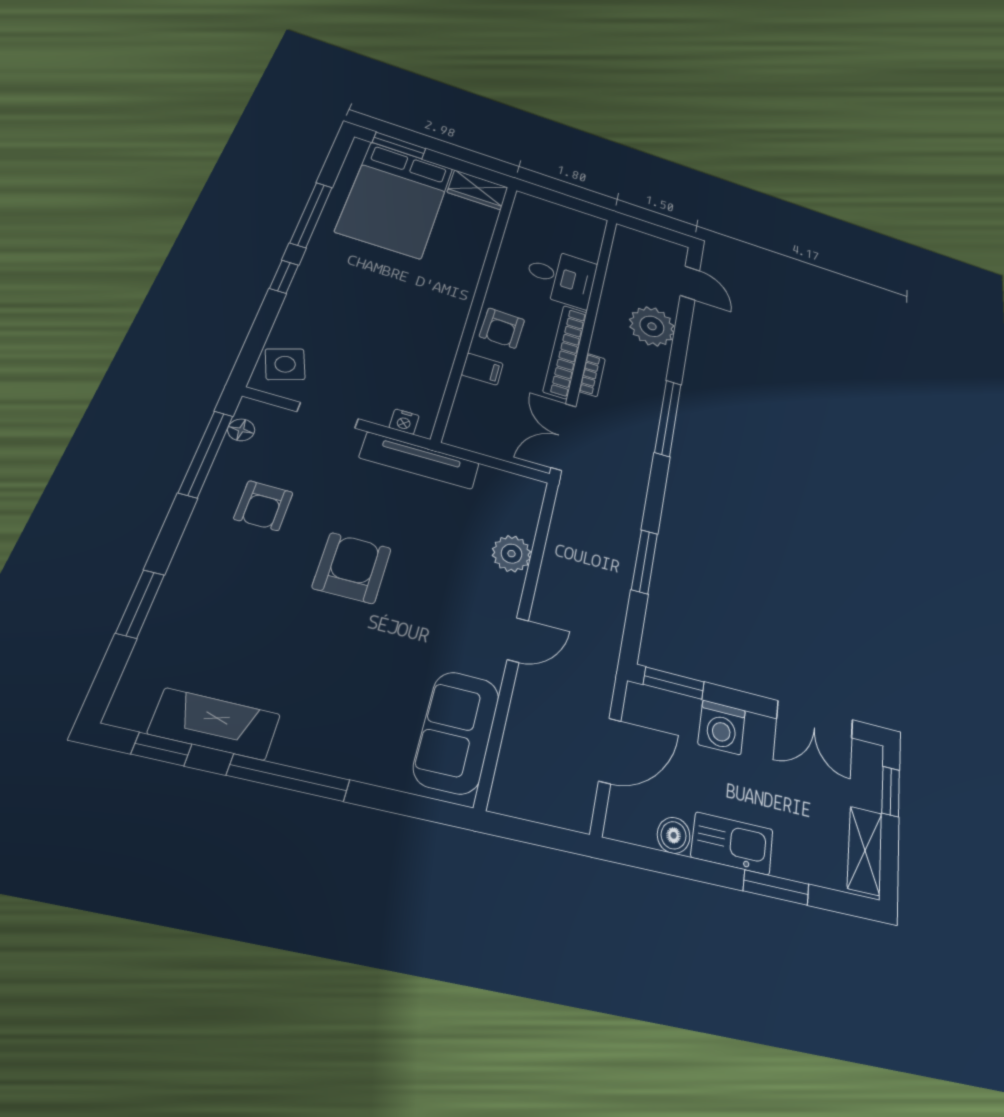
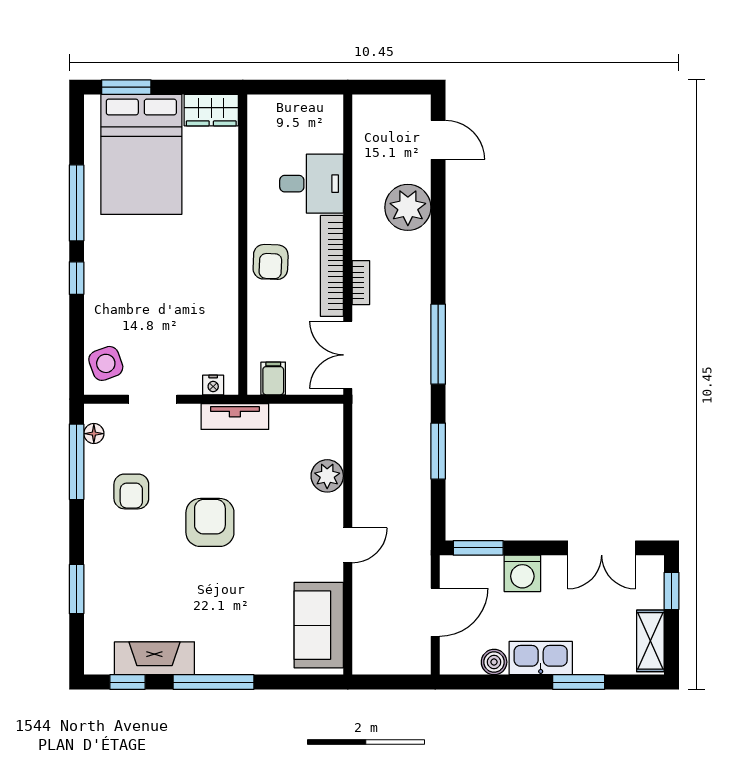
filing cabinet: (482, 369) -> (273, 378), moved, turned -90
window: (668, 418) -> (438, 344), moved
tv unit: (420, 460) -> (235, 416), width x0.71

